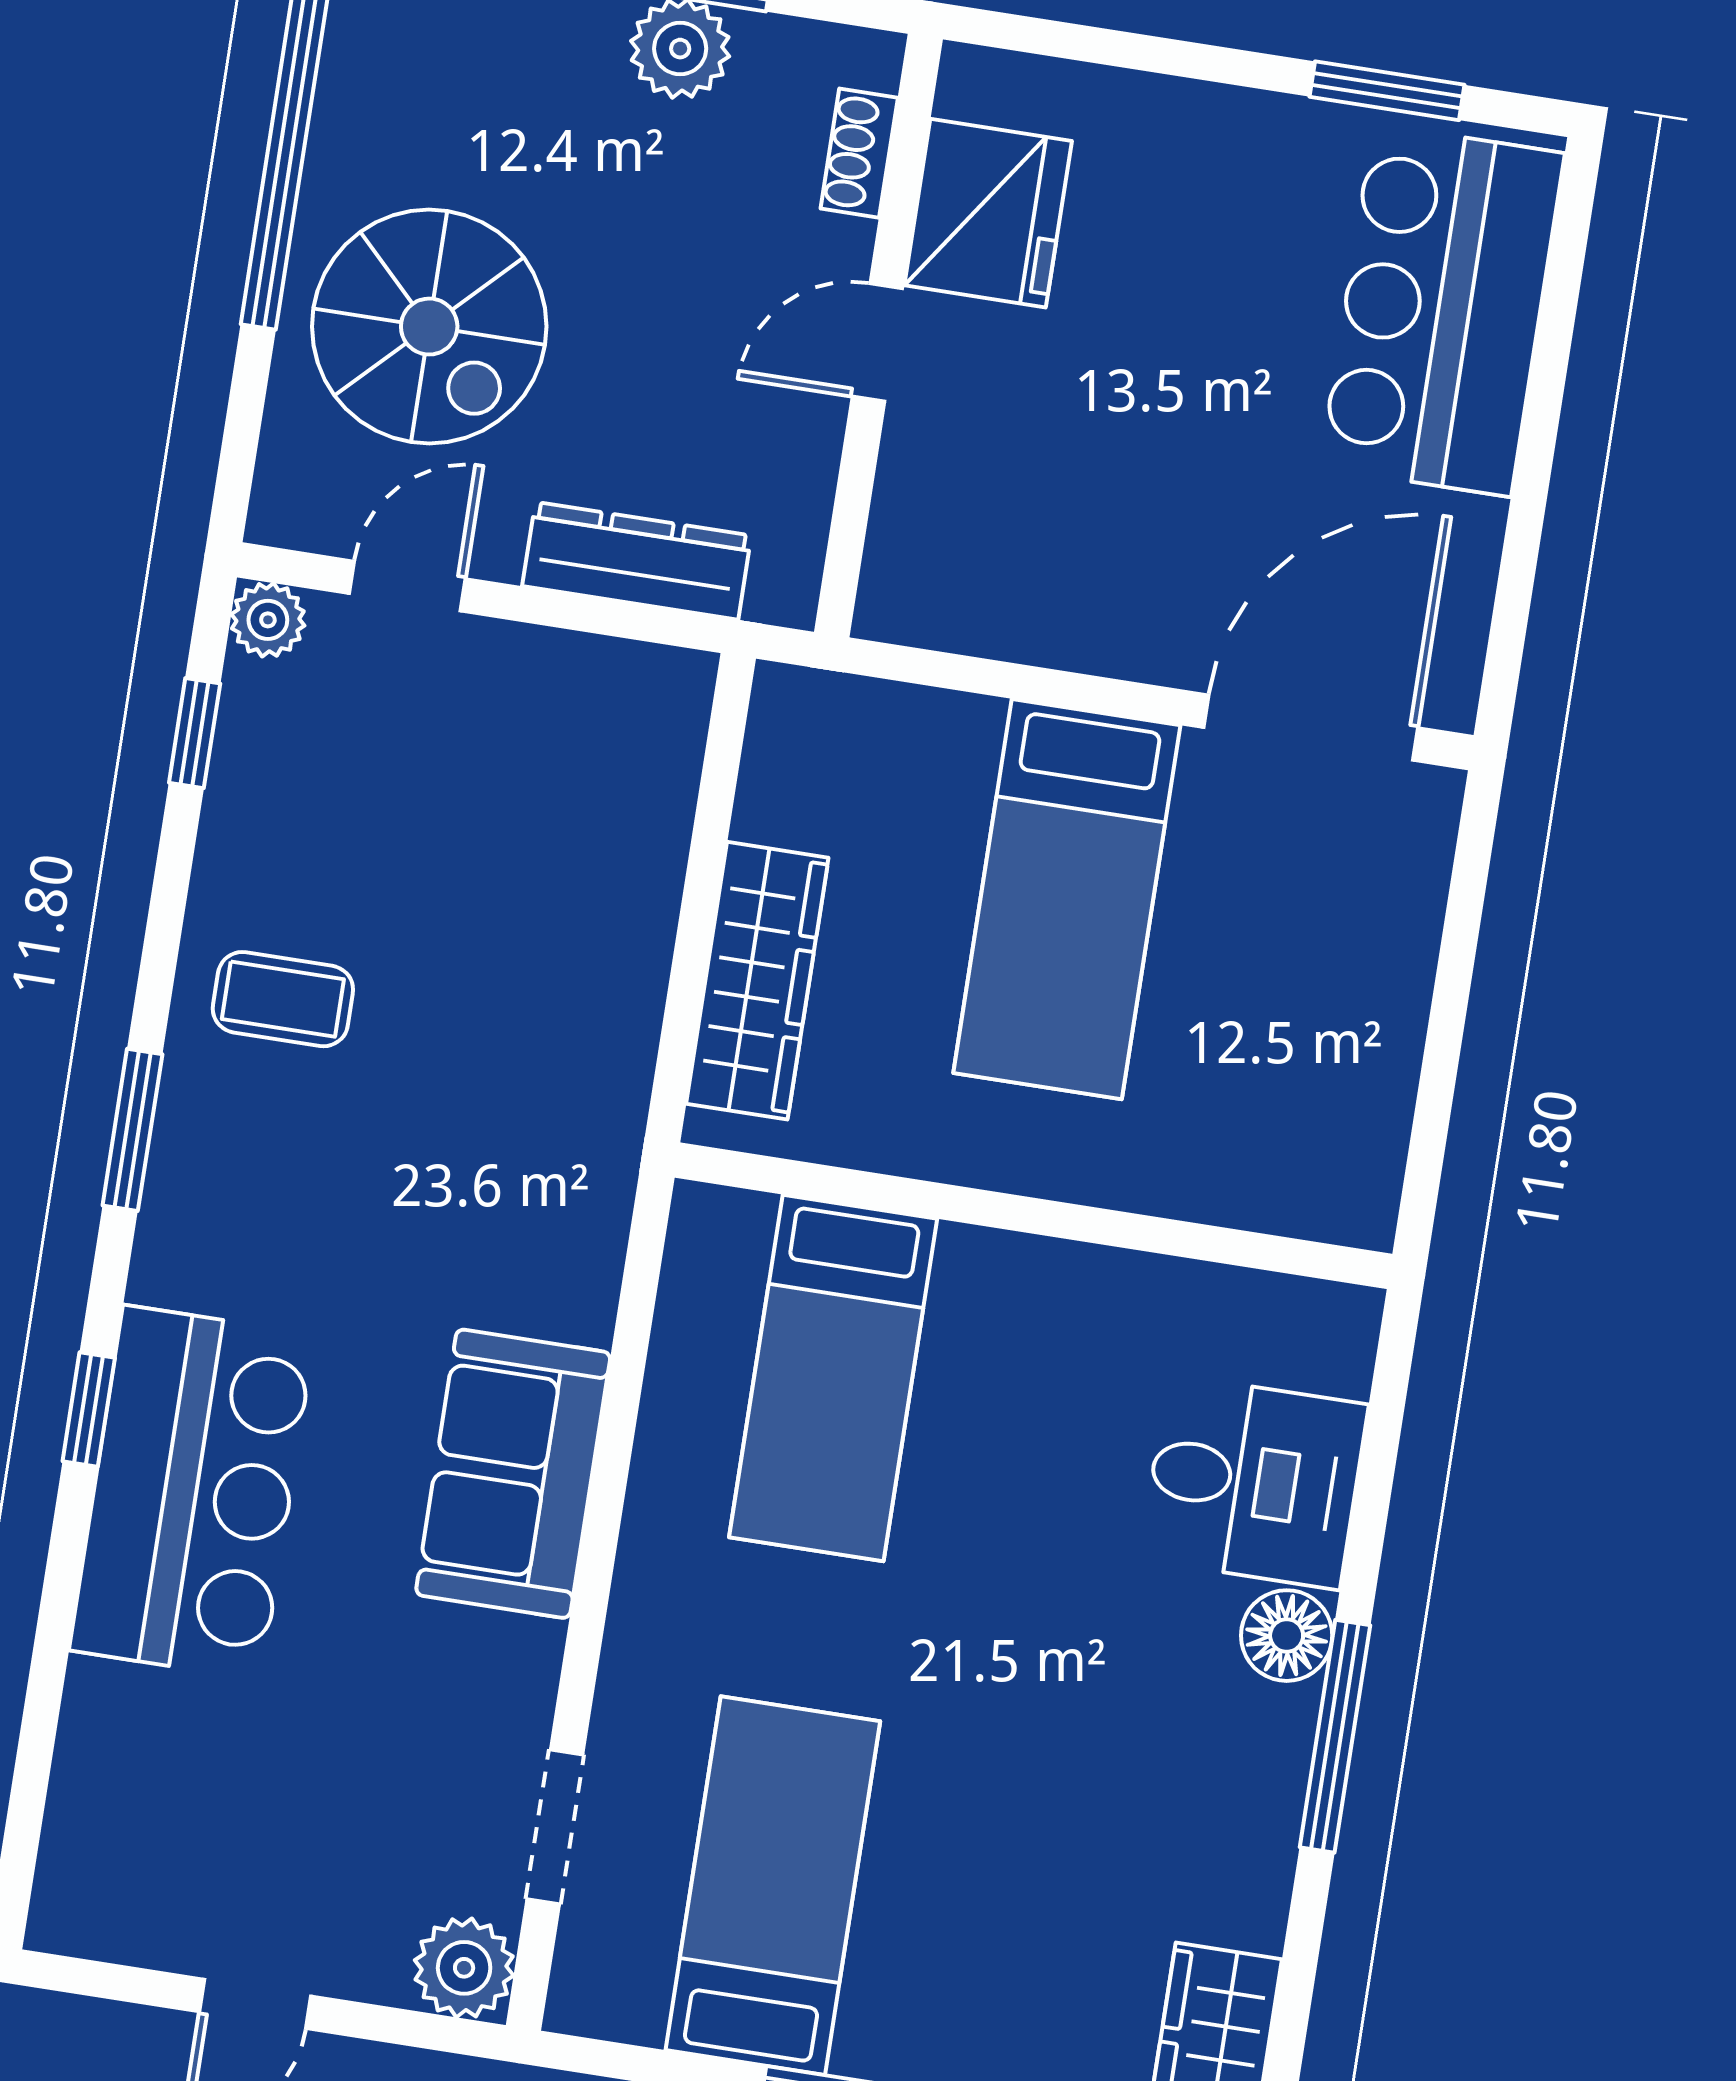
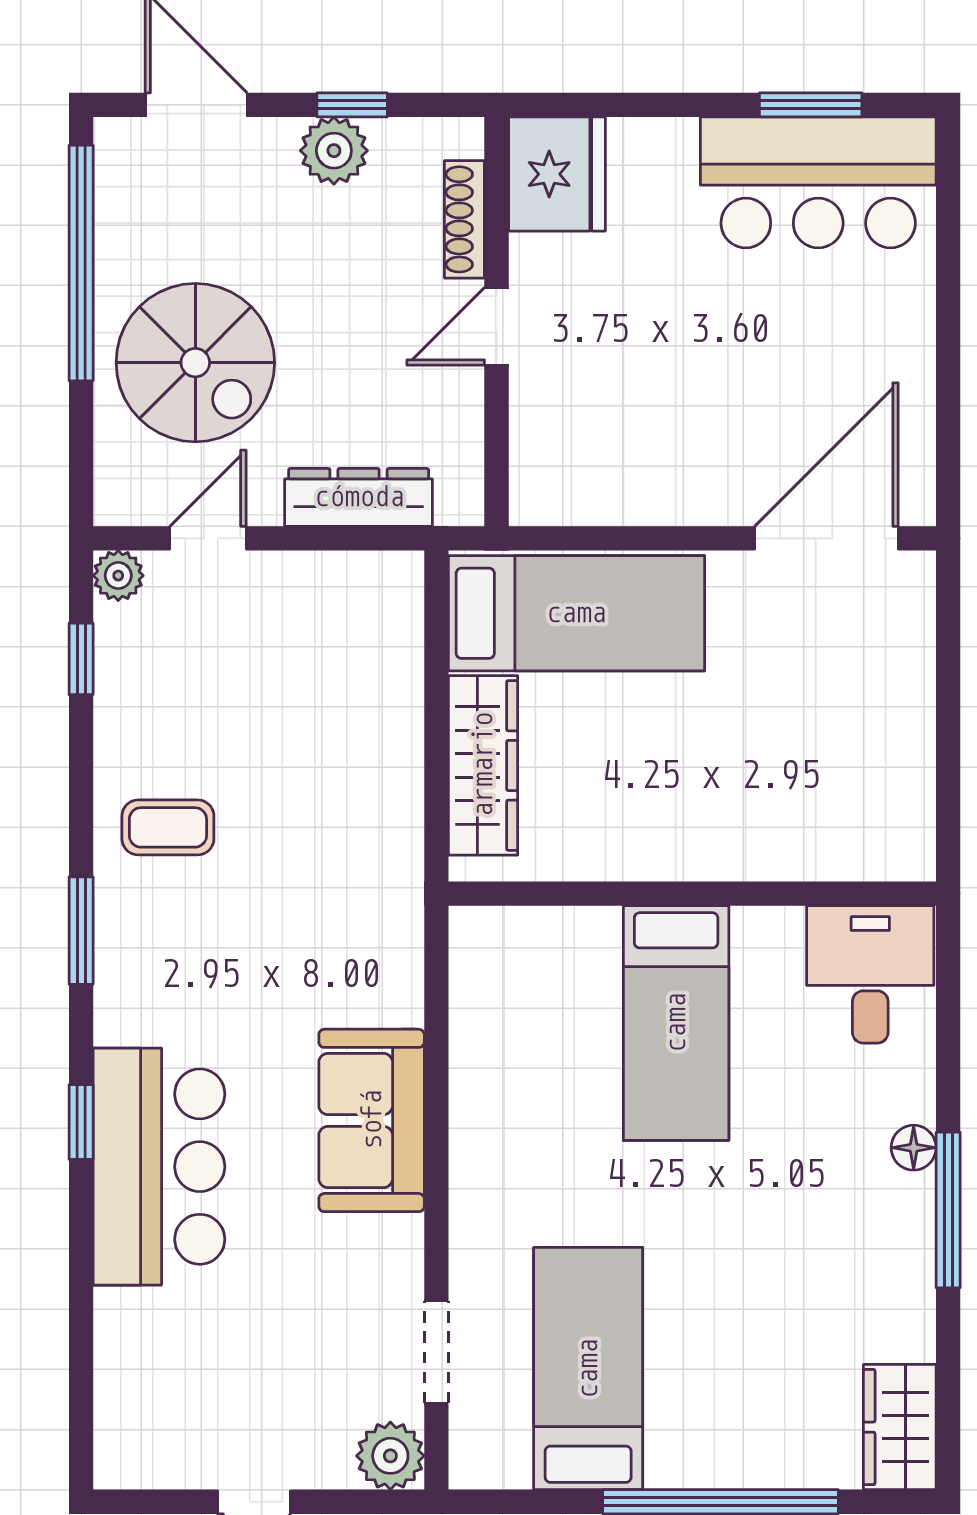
shoe rack: (859, 153) -> (464, 219), width x1.43
fridge: (988, 213) -> (557, 174), moved
bar counter: (1442, 310) -> (818, 182), moved, turned -90
bed: (1067, 899) -> (576, 613), moved, turned -90
bed: (833, 1378) -> (676, 1023), moved
desk: (1254, 1482) -> (870, 974), moved, turned -90
floor lamp: (1287, 1636) -> (914, 1148), width x0.73, depth x0.73

